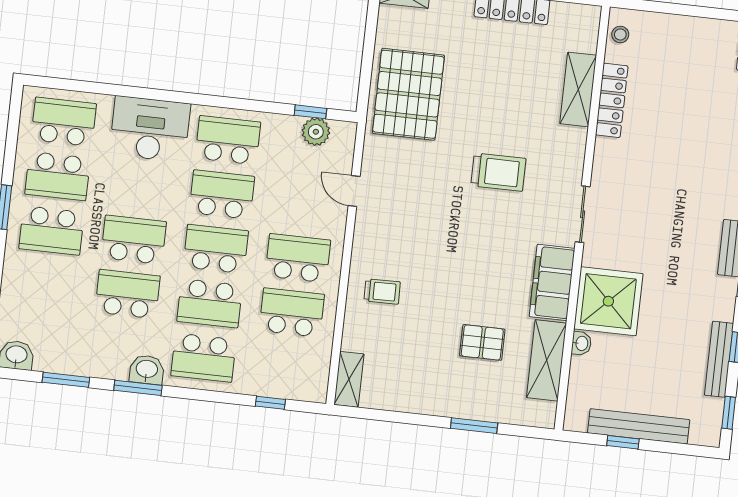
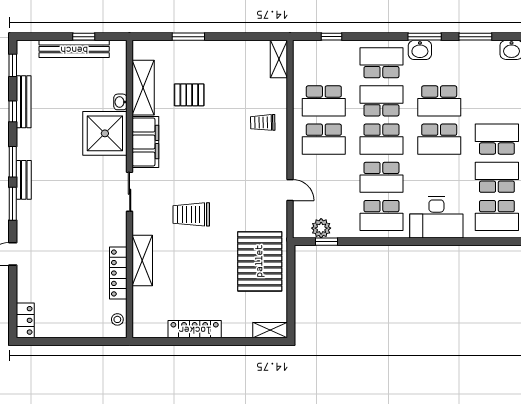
shelving: (578, 89) -> (142, 260), moved

